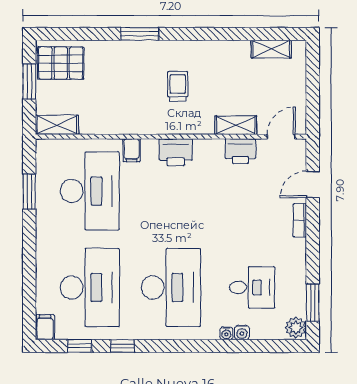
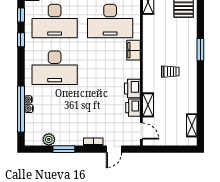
filing cabinet: (132, 150) -> (134, 50), width x2.00
printer: (176, 152) -> (132, 88), moved
door: (313, 184) -> (114, 149), swing flipped
desk: (252, 287) -> (55, 114), removed
window: (313, 303) -> (64, 149), moved
plant: (296, 327) -> (49, 139), moved
window: (243, 346) -> (21, 109), added

